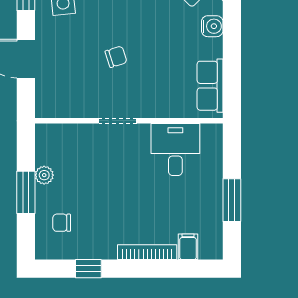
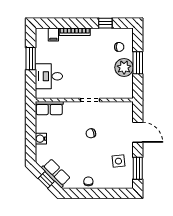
water cooler: (212, 26) -> (41, 139), moved
row of seats: (210, 86) -> (49, 108), moved, turned 90
desk: (175, 150) -> (49, 76), moved, turned 90
plant: (44, 175) -> (124, 67), width x1.88, depth x1.88

